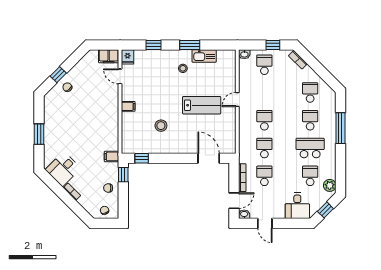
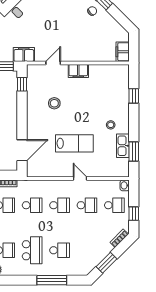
window: (190, 45) -> (134, 151), moved
fridge: (128, 57) -> (122, 70), removed
window: (323, 73) -> (107, 263), added
door: (120, 76) -> (53, 63), moved
school desk: (310, 92) -> (87, 205), moved
lab bench: (202, 105) -> (74, 143), turned -90
filing cabinet: (128, 106) -> (78, 71), width x2.00
filing cabinet: (112, 156) -> (24, 55), width x2.00

